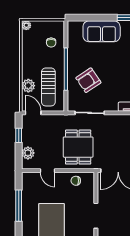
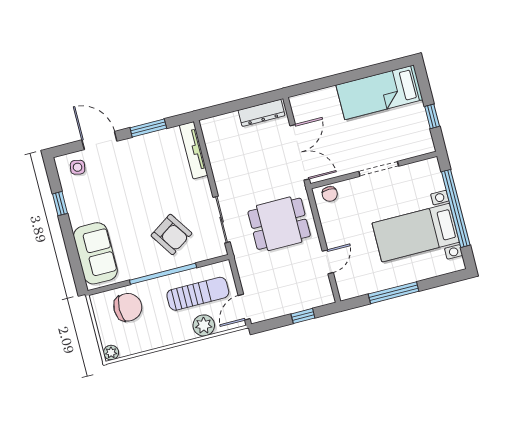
sofa: (102, 31) -> (95, 253), moved
chair: (51, 43) -> (128, 307), width x1.87, depth x1.87
window: (19, 135) -> (303, 316), moved
plant: (28, 153) -> (308, 299), removed
chair: (76, 181) -> (330, 194), moved

